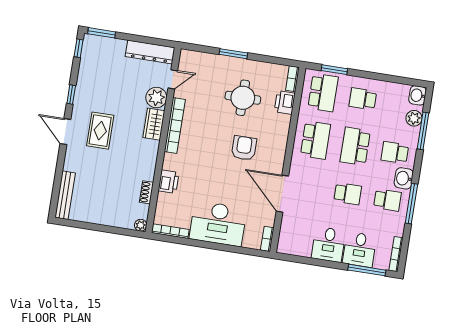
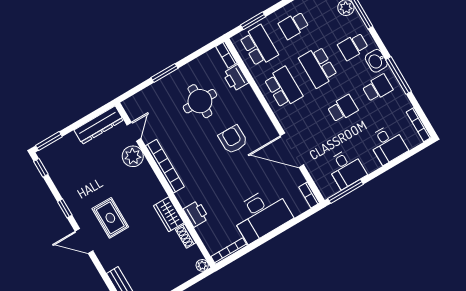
wardrobe: (154, 124) -> (169, 214), moved
desk: (329, 244) -> (346, 169), moved
window: (367, 270) -> (346, 191), moved

